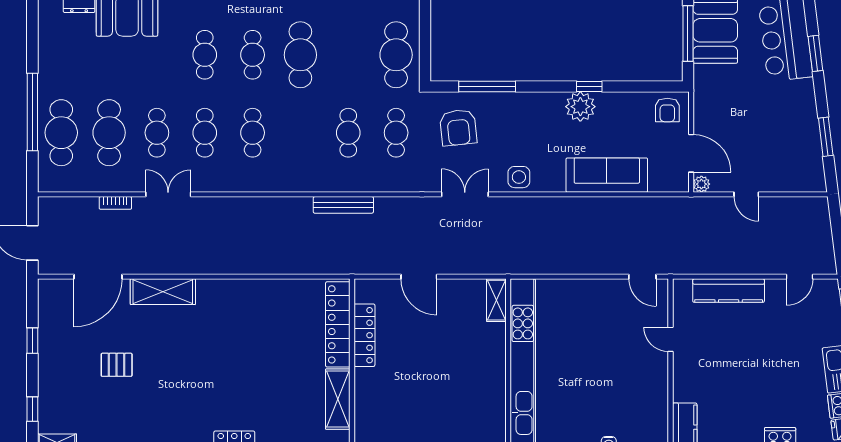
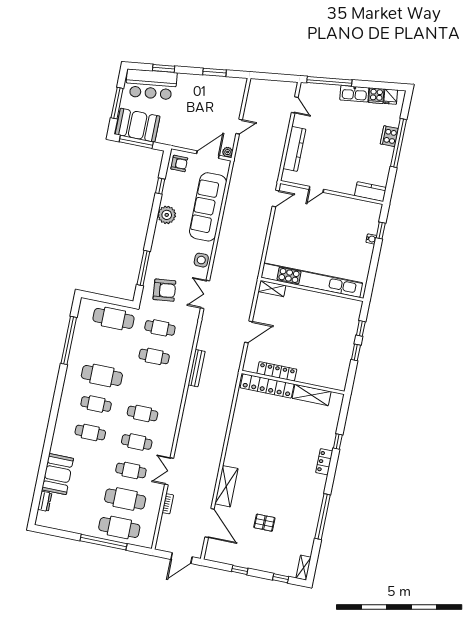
window: (589, 87) -> (160, 186), moved
sofa: (607, 175) -> (208, 207), width x1.36, depth x1.27
pallet: (117, 365) -> (264, 523), turned 90

